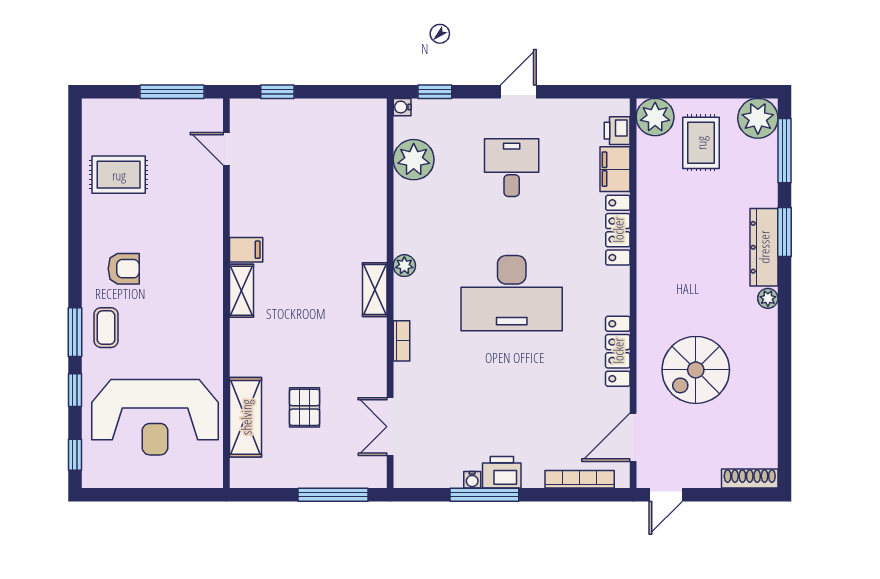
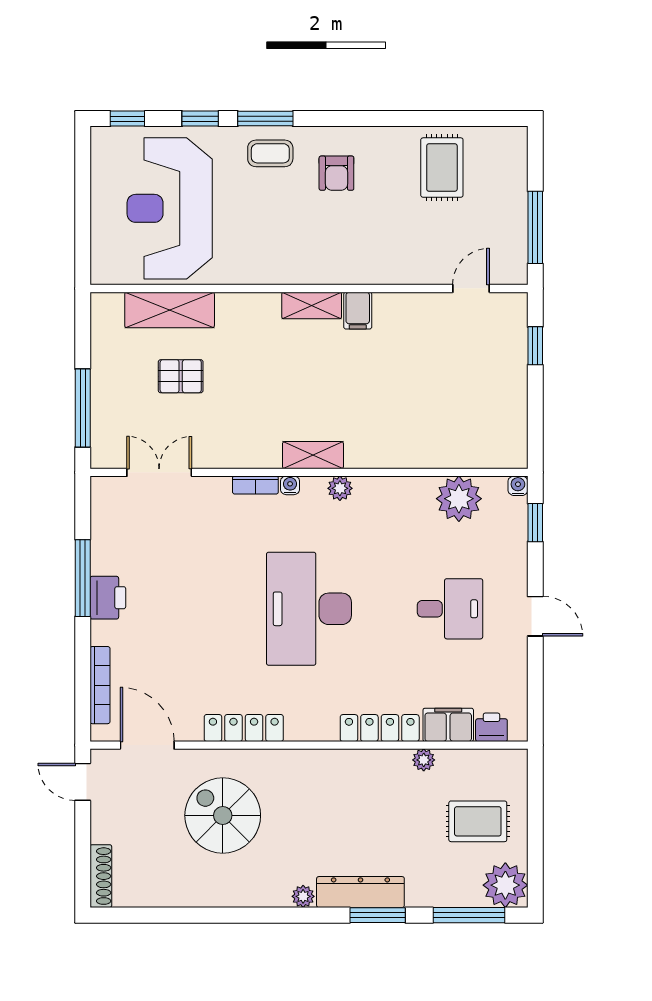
plant: (655, 117) -> (424, 760), moved, width x0.53, depth x0.53
water cooler: (472, 480) -> (290, 485), moved, turned 90

